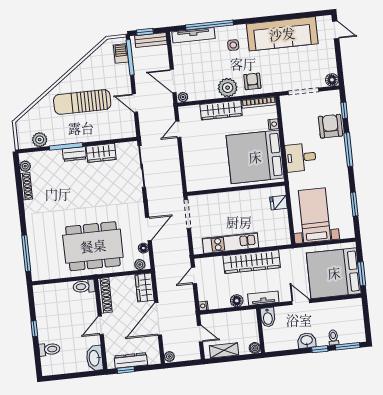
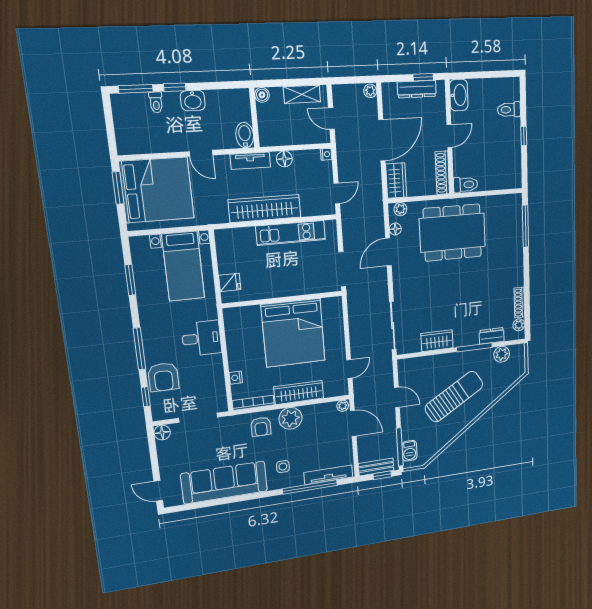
sun lounger: (82, 102) -> (454, 397), turned -31
dresser: (74, 154) -> (492, 336), moved
bed: (255, 157) -> (293, 333), moved, turned 90

